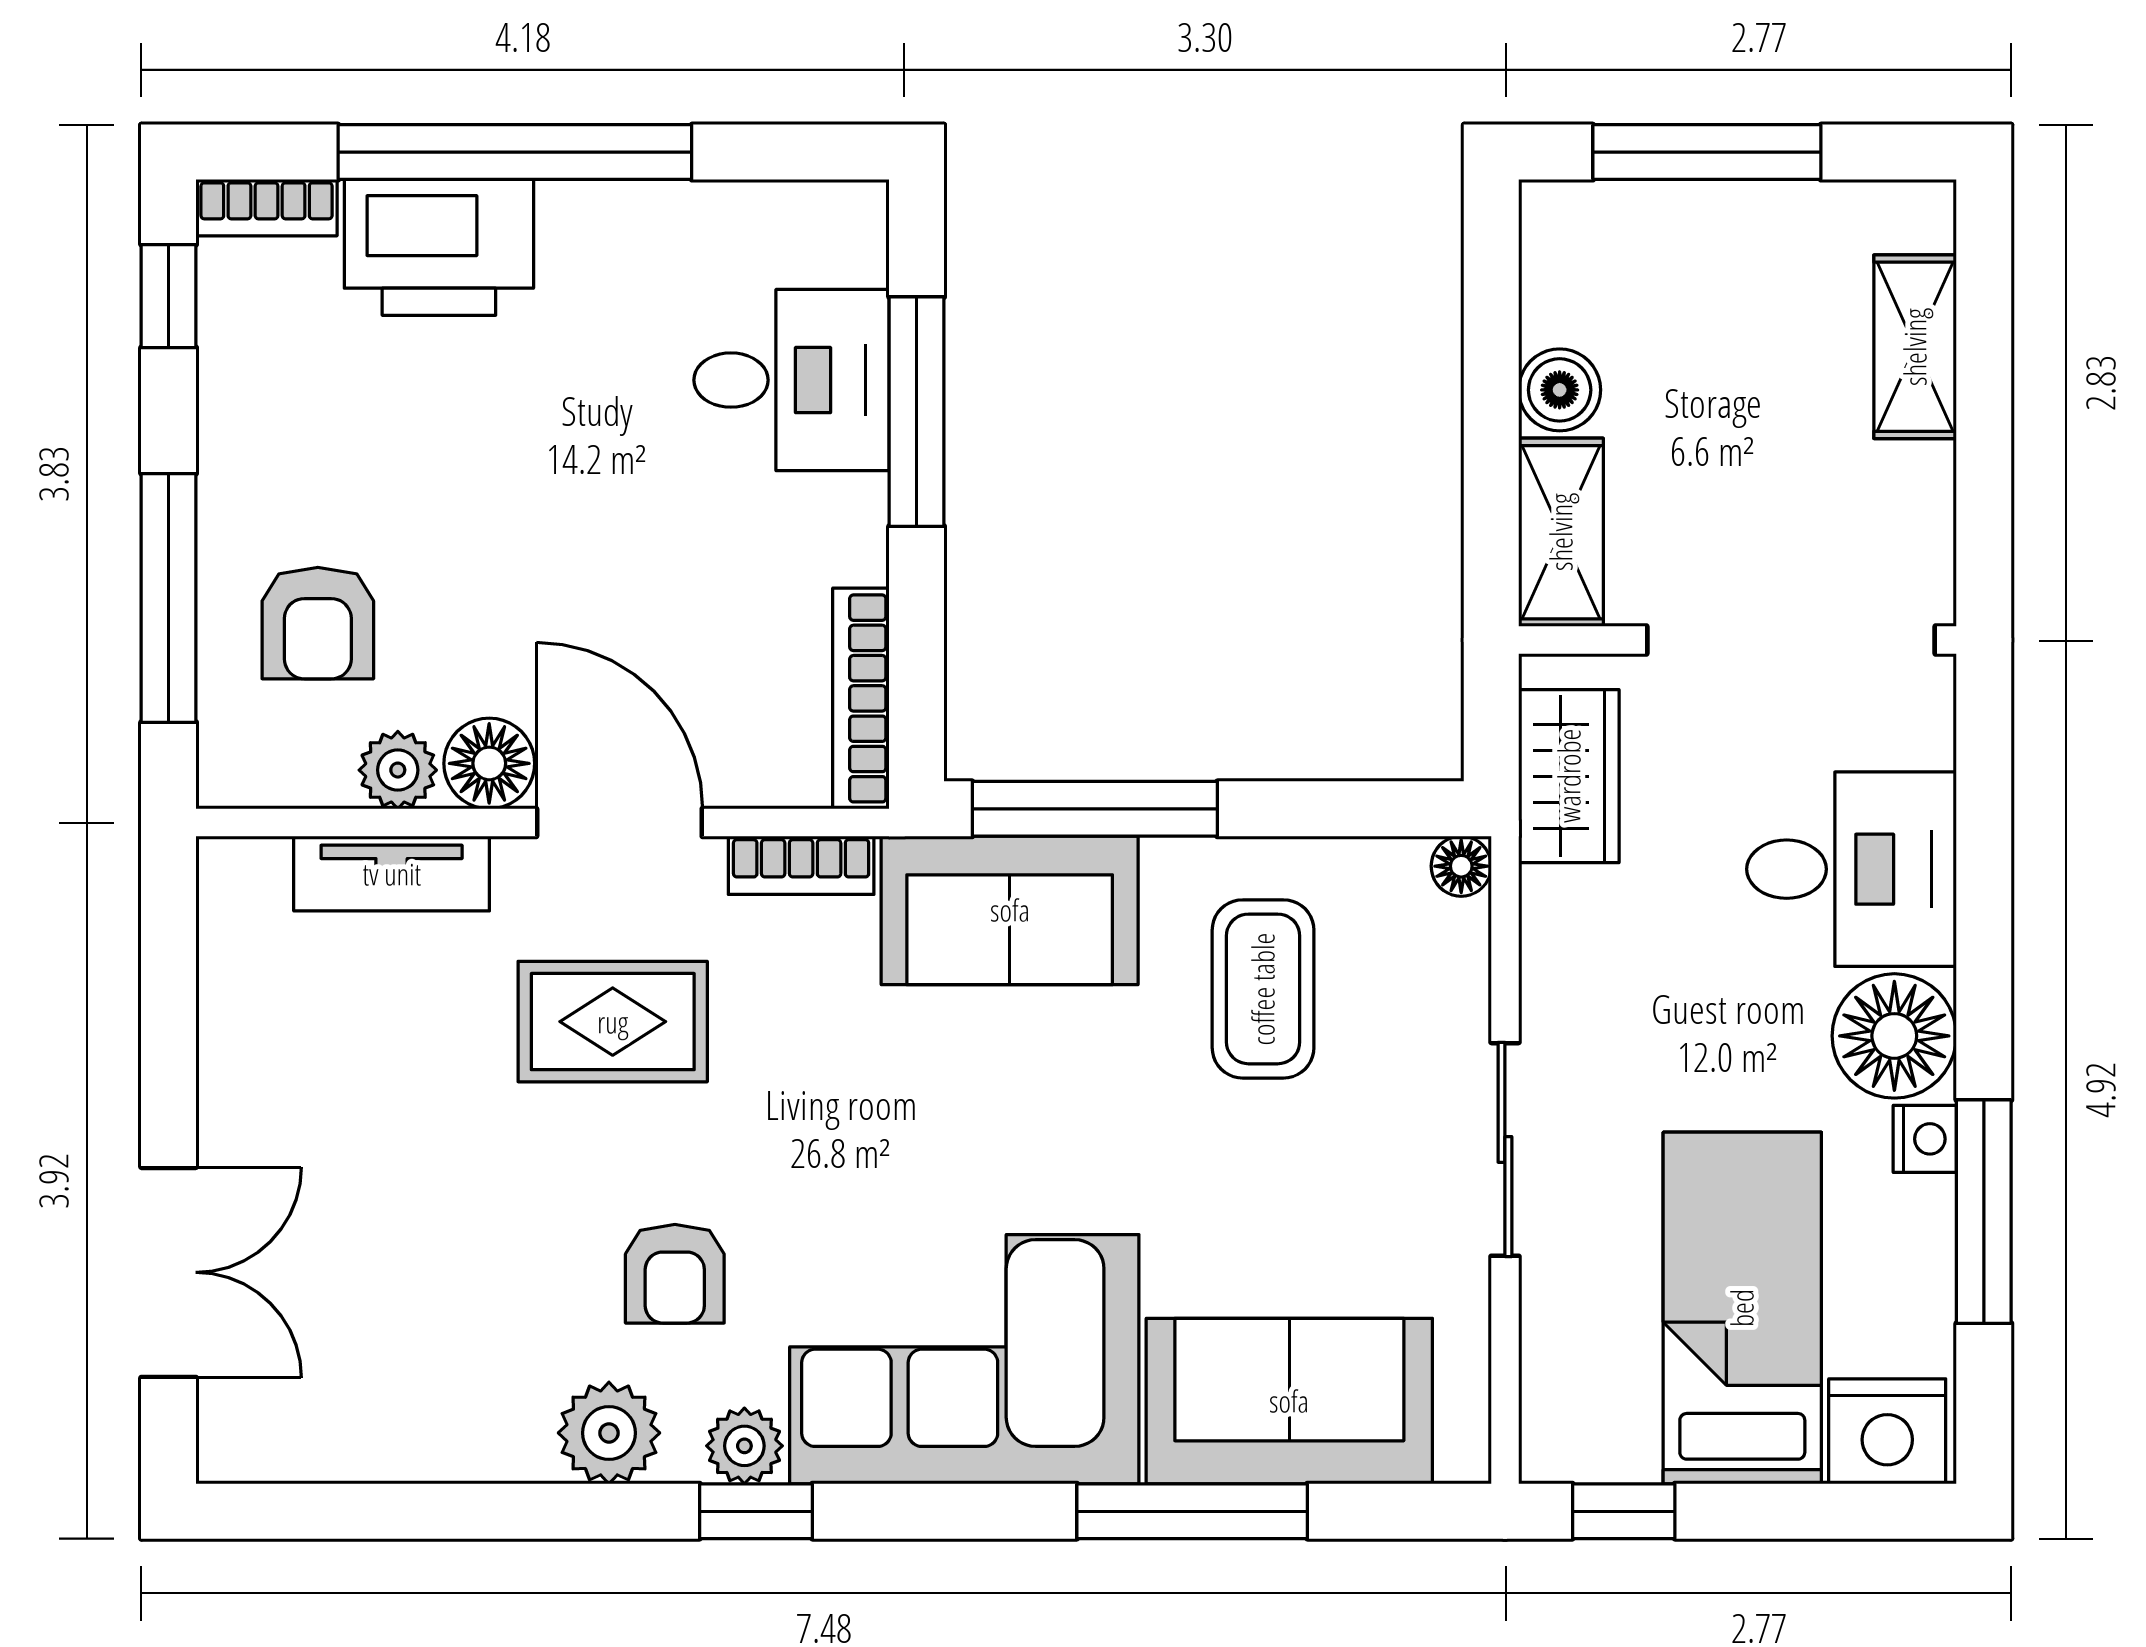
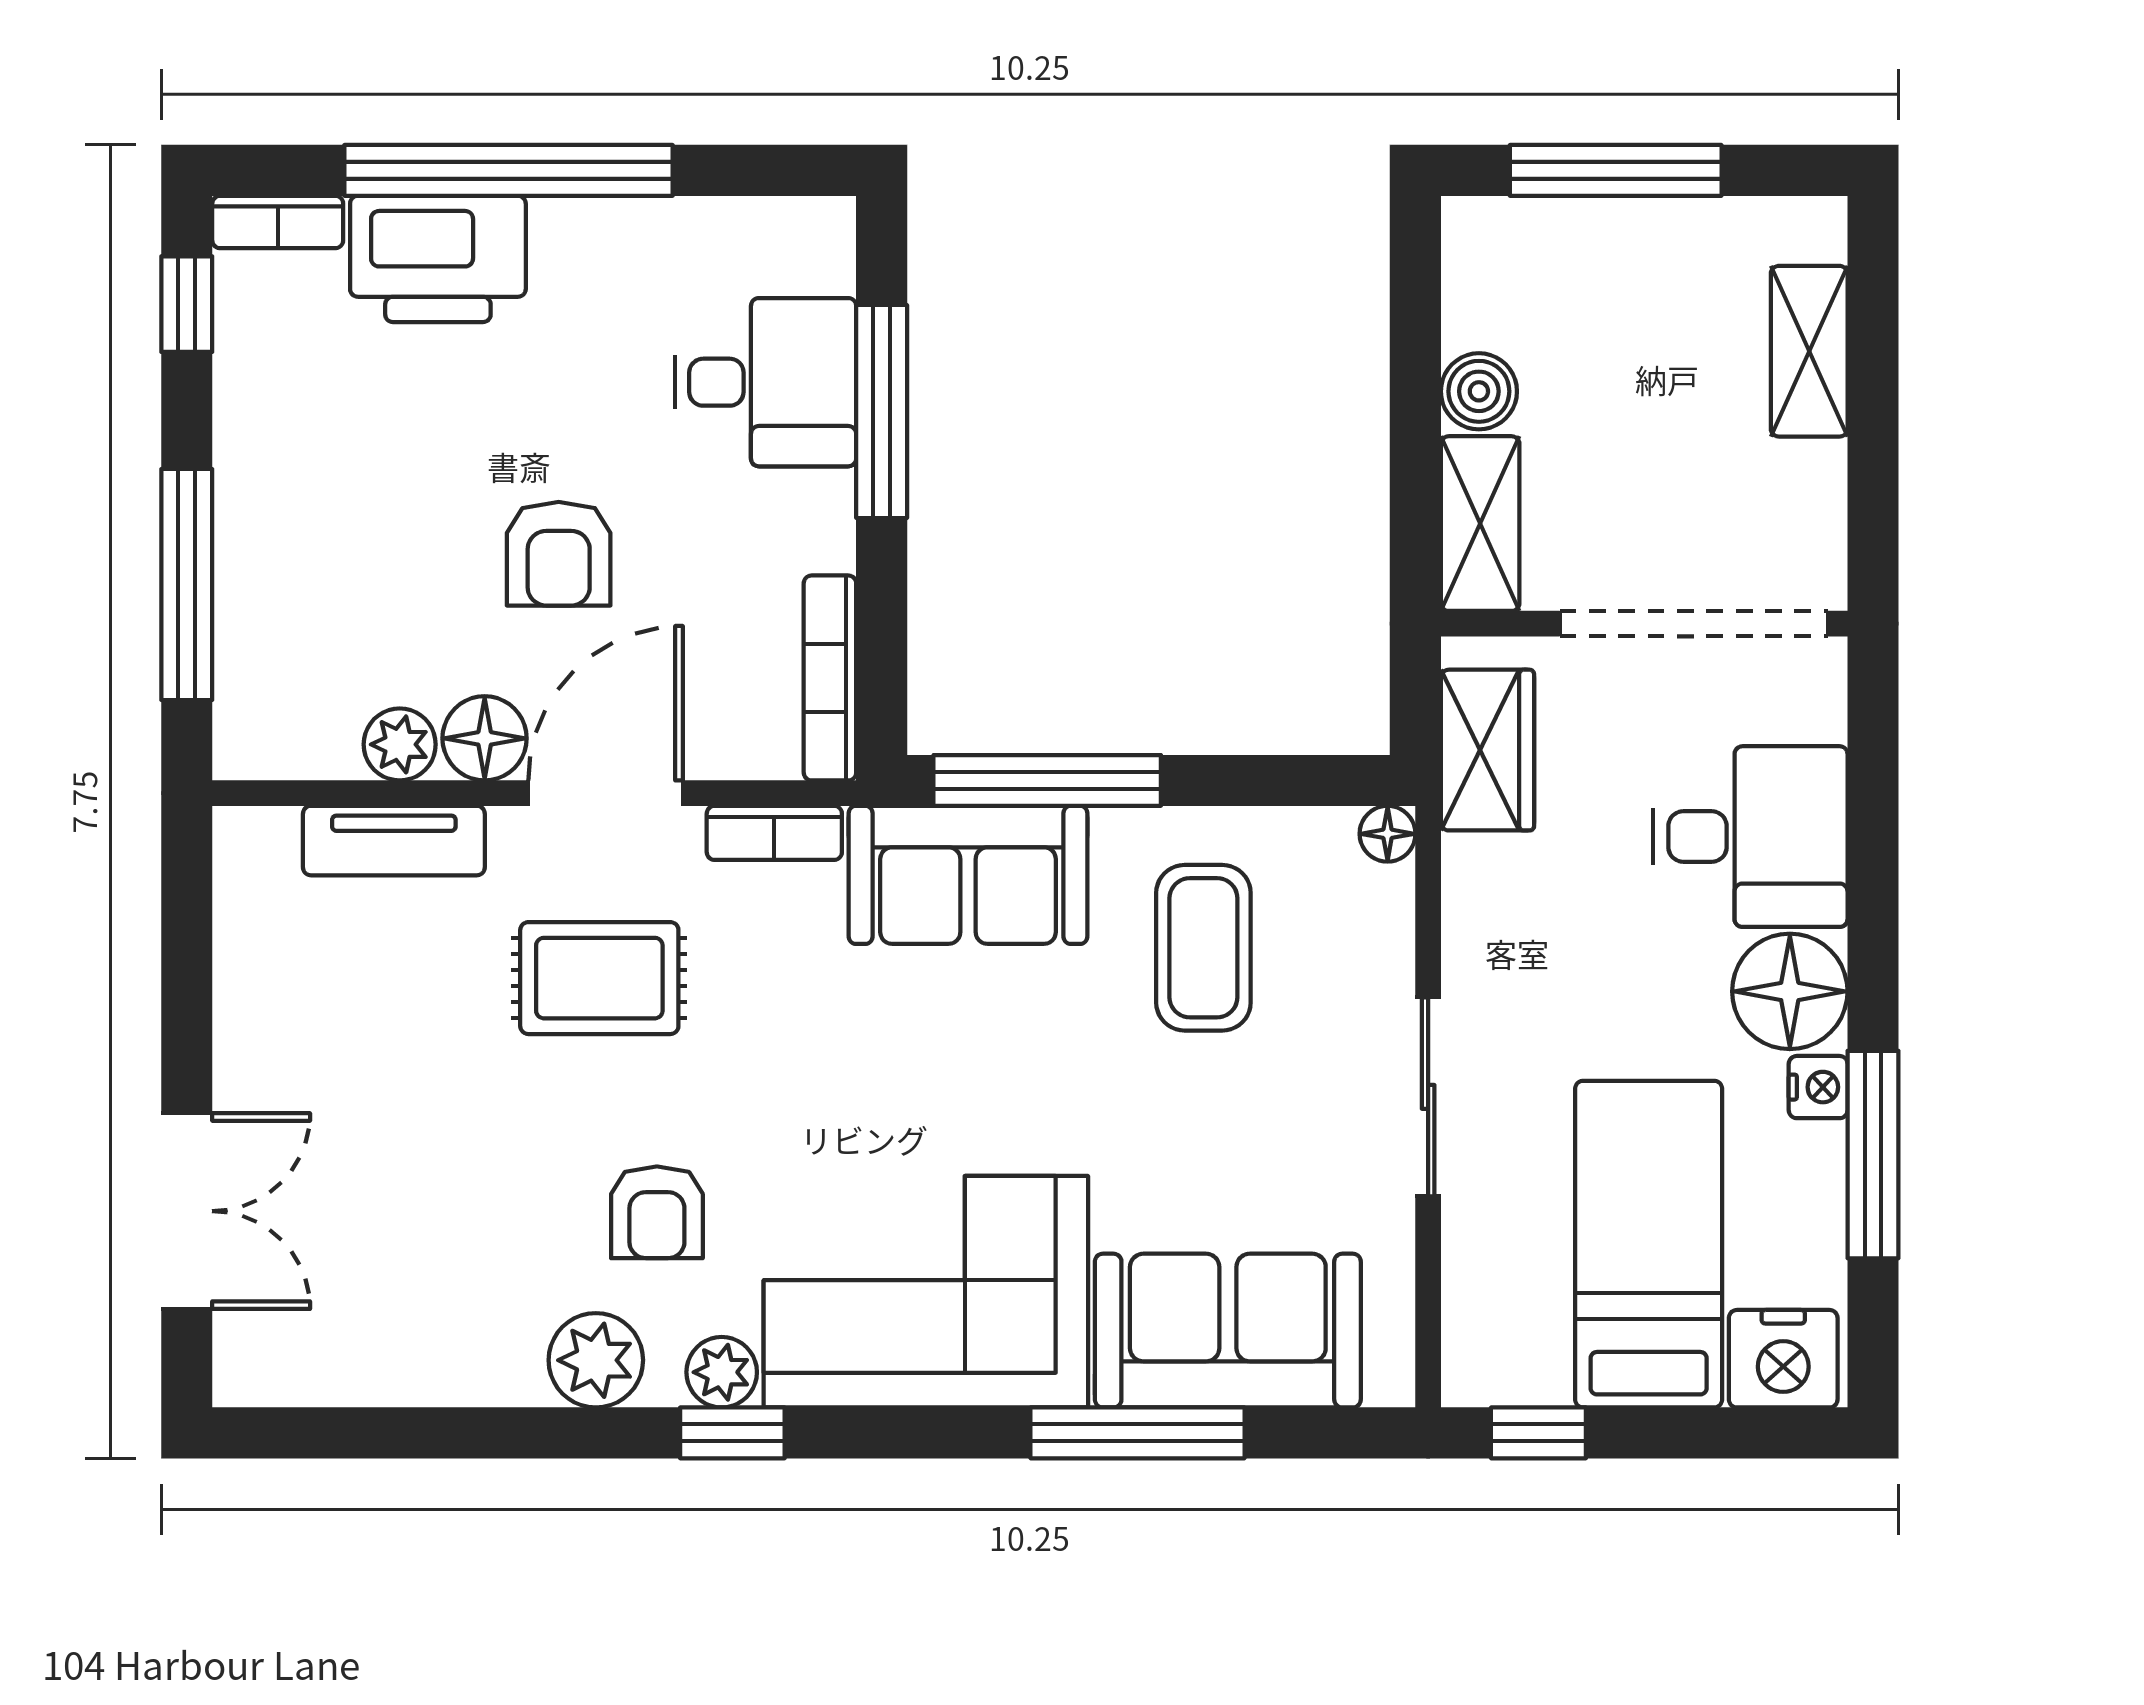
armchair: (318, 623) -> (559, 554), moved
door: (619, 822) -> (606, 793), hinge flipped

